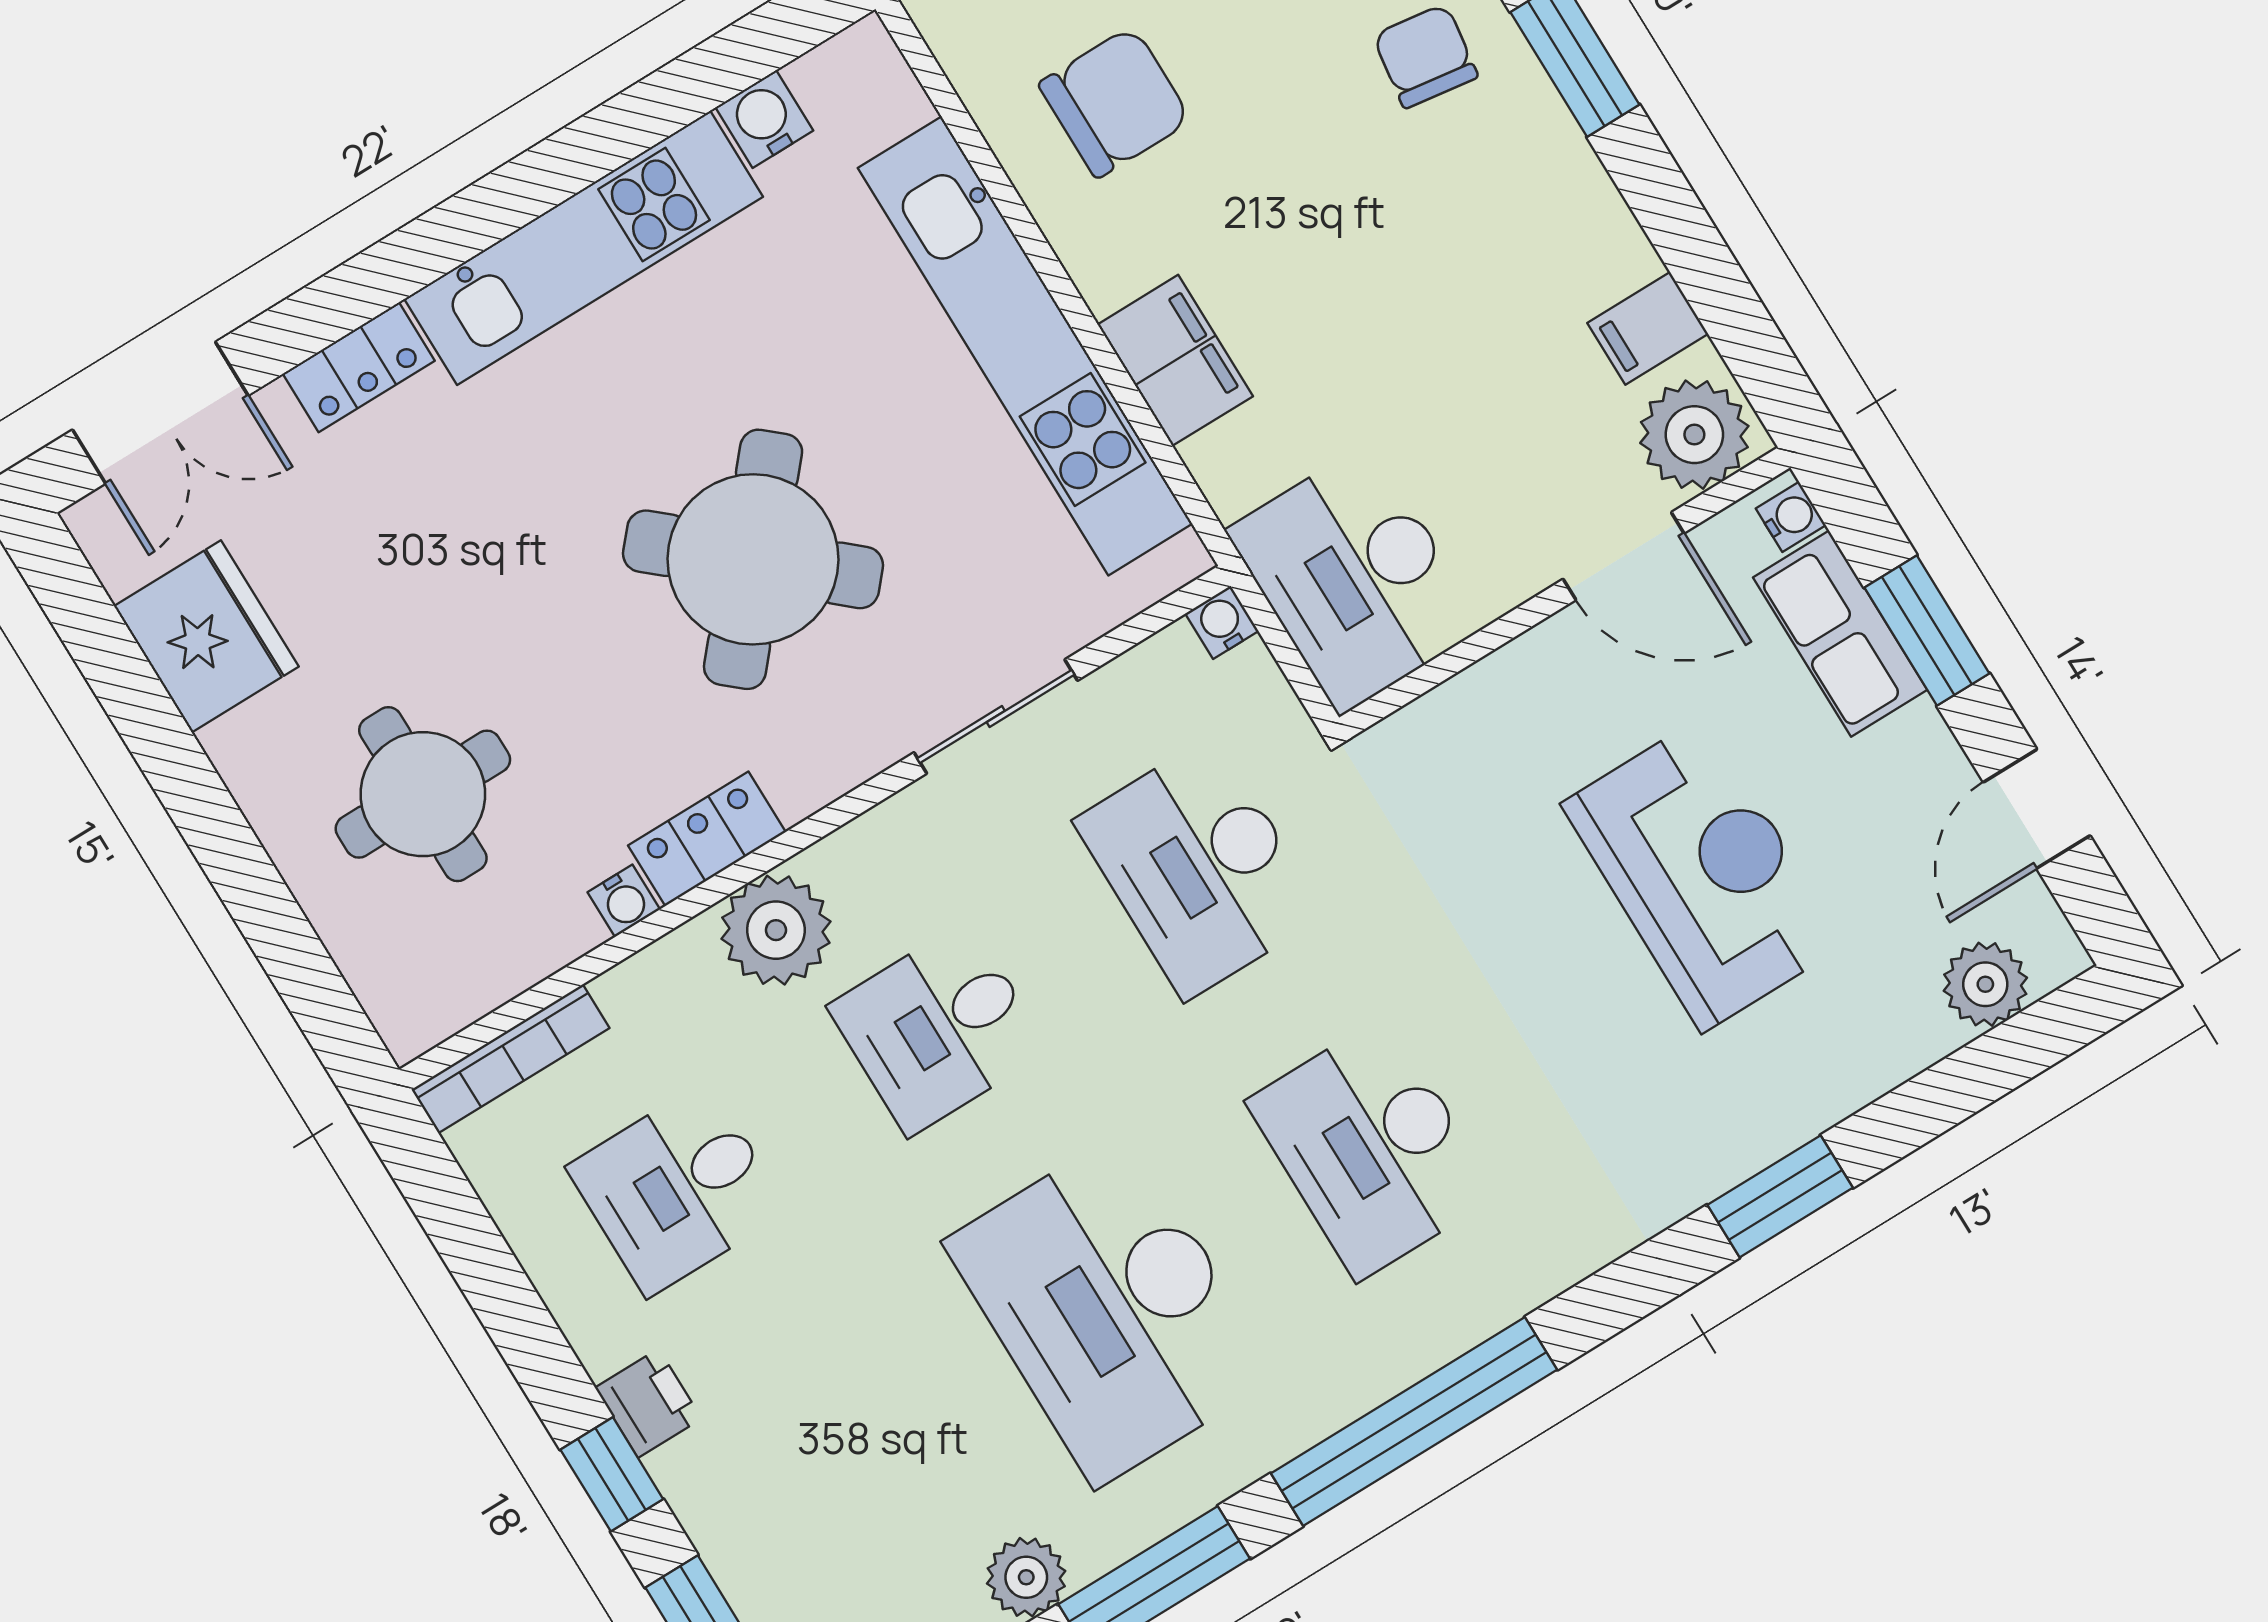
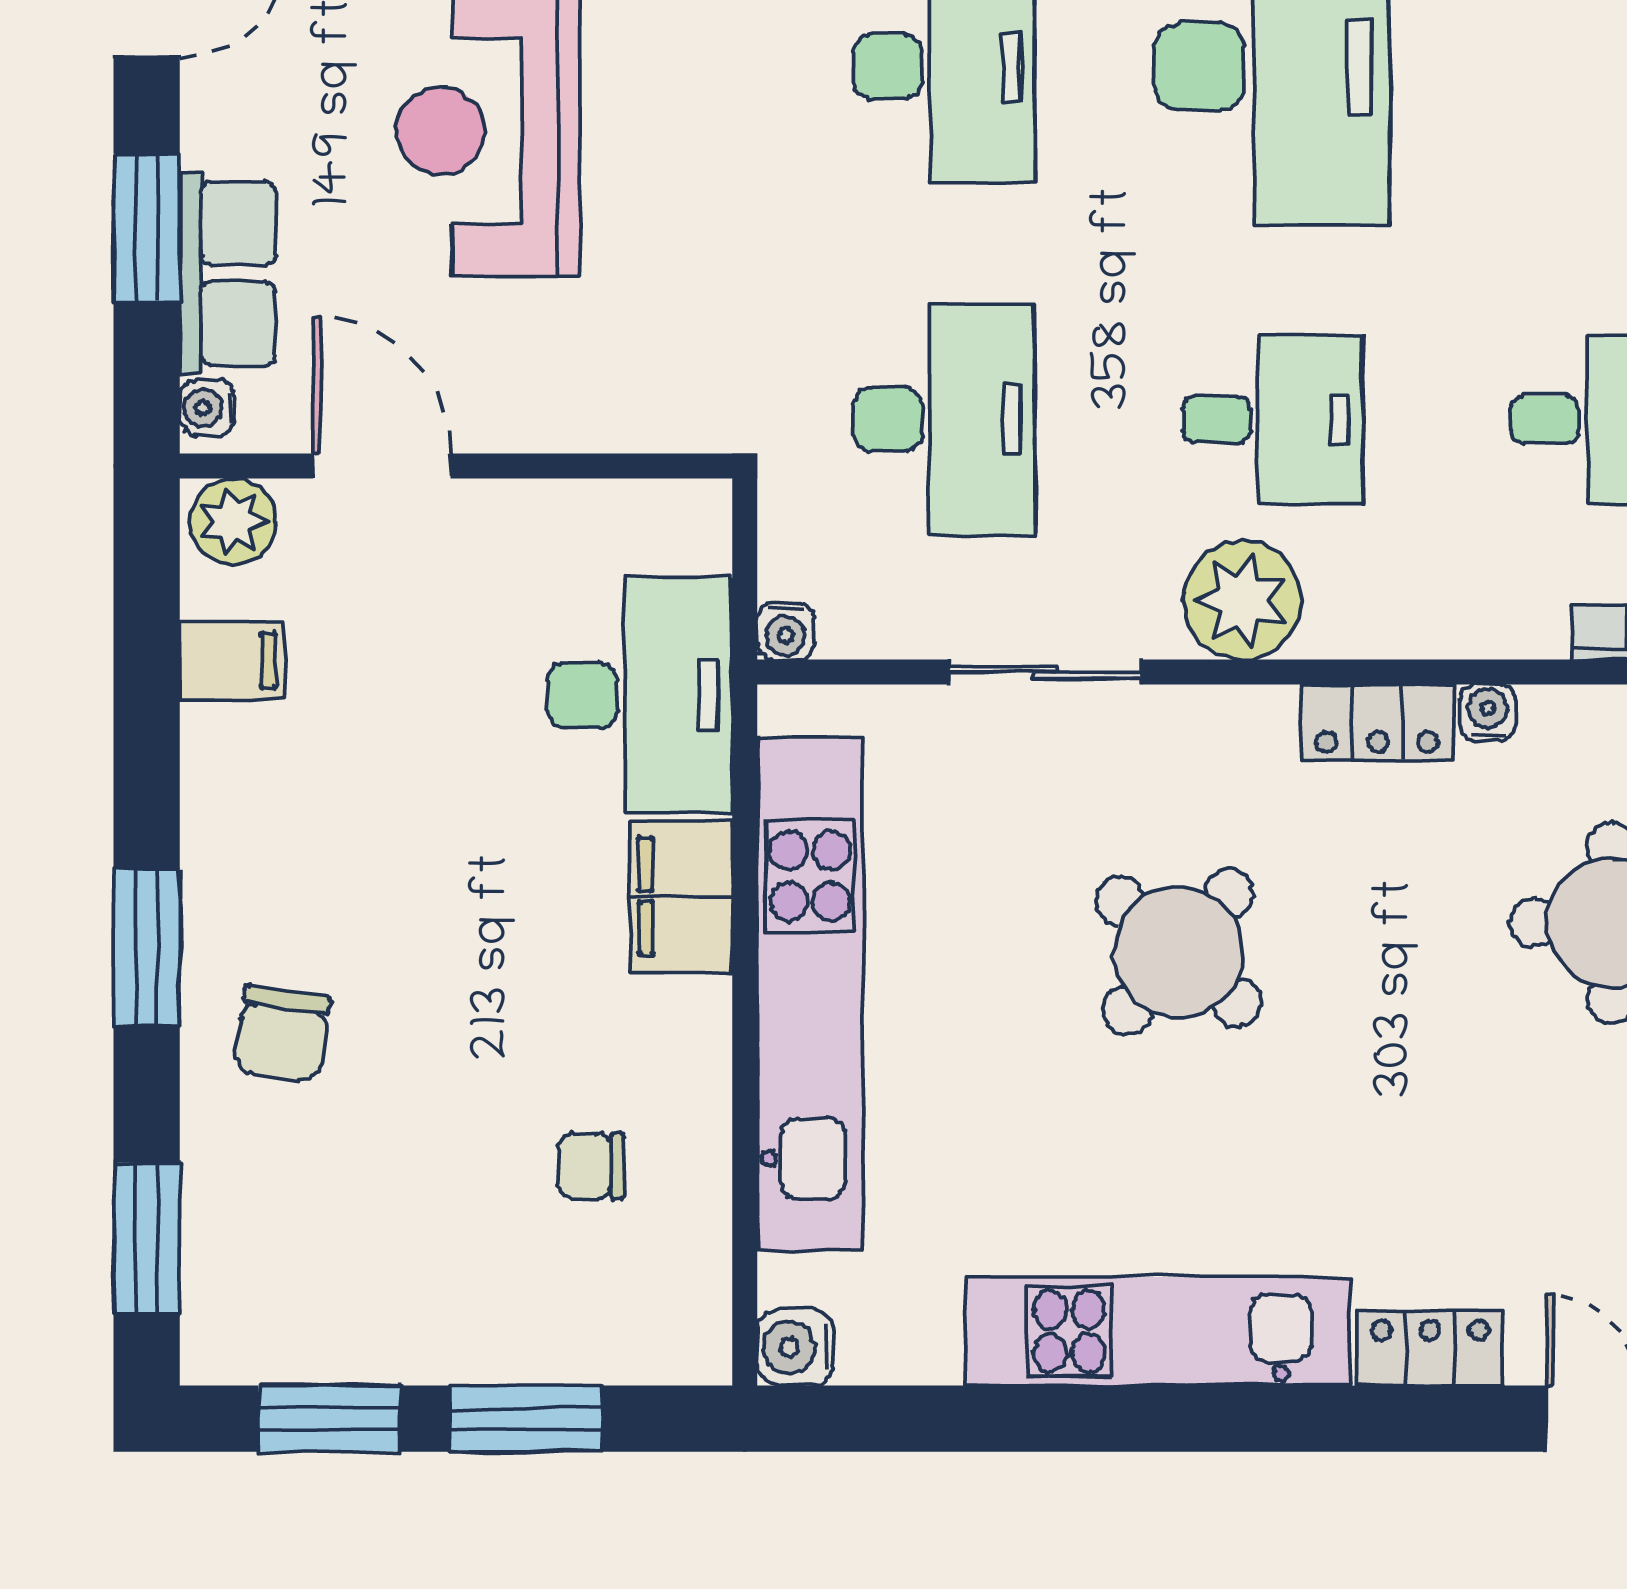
chair: (1115, 102) -> (591, 1166), width x0.54, depth x0.54
water cooler: (764, 119) -> (795, 1347), moved, turned 90
plant: (1694, 435) -> (233, 521), width x0.73, depth x0.73
round table: (753, 559) -> (1178, 952), width x0.73, depth x0.73
desk: (1355, 578) -> (640, 695), moved
plant: (776, 930) -> (1242, 600), moved

